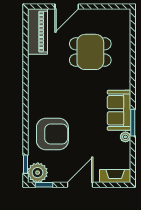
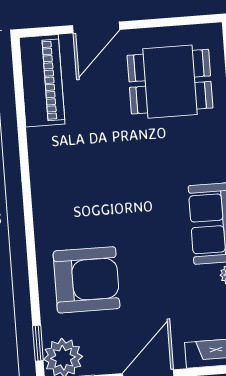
dining table: (90, 52) -> (170, 82), moved

